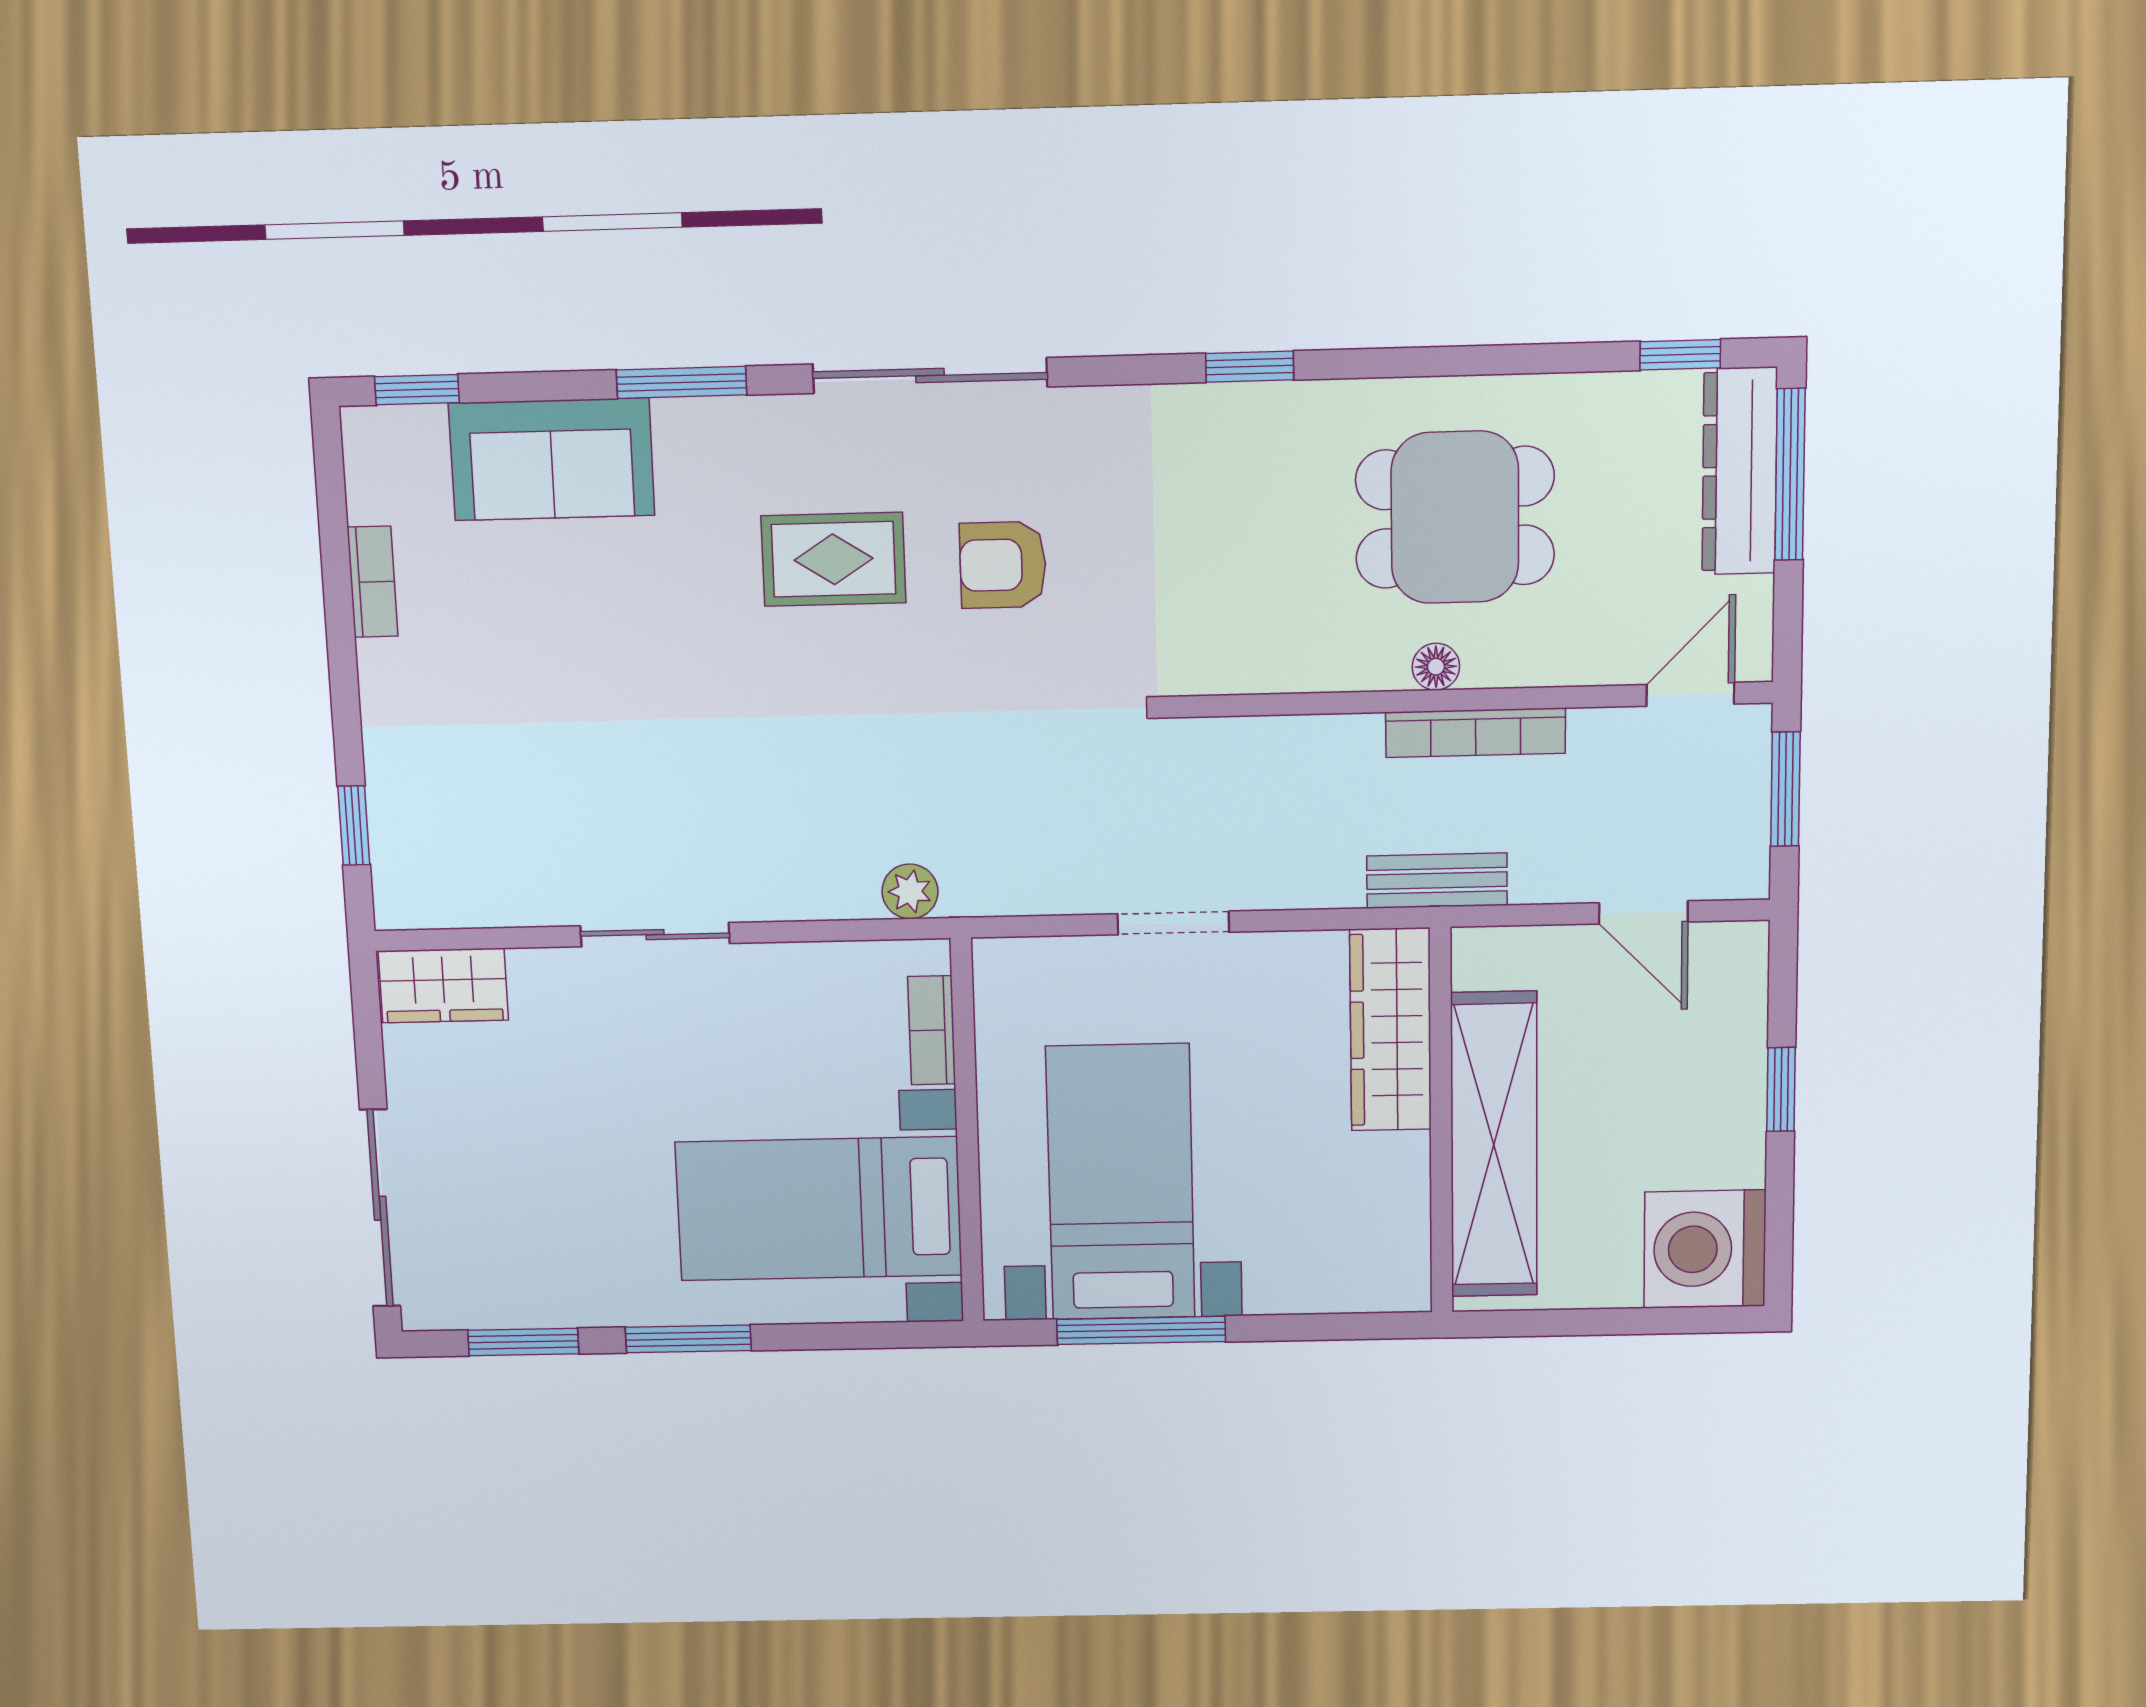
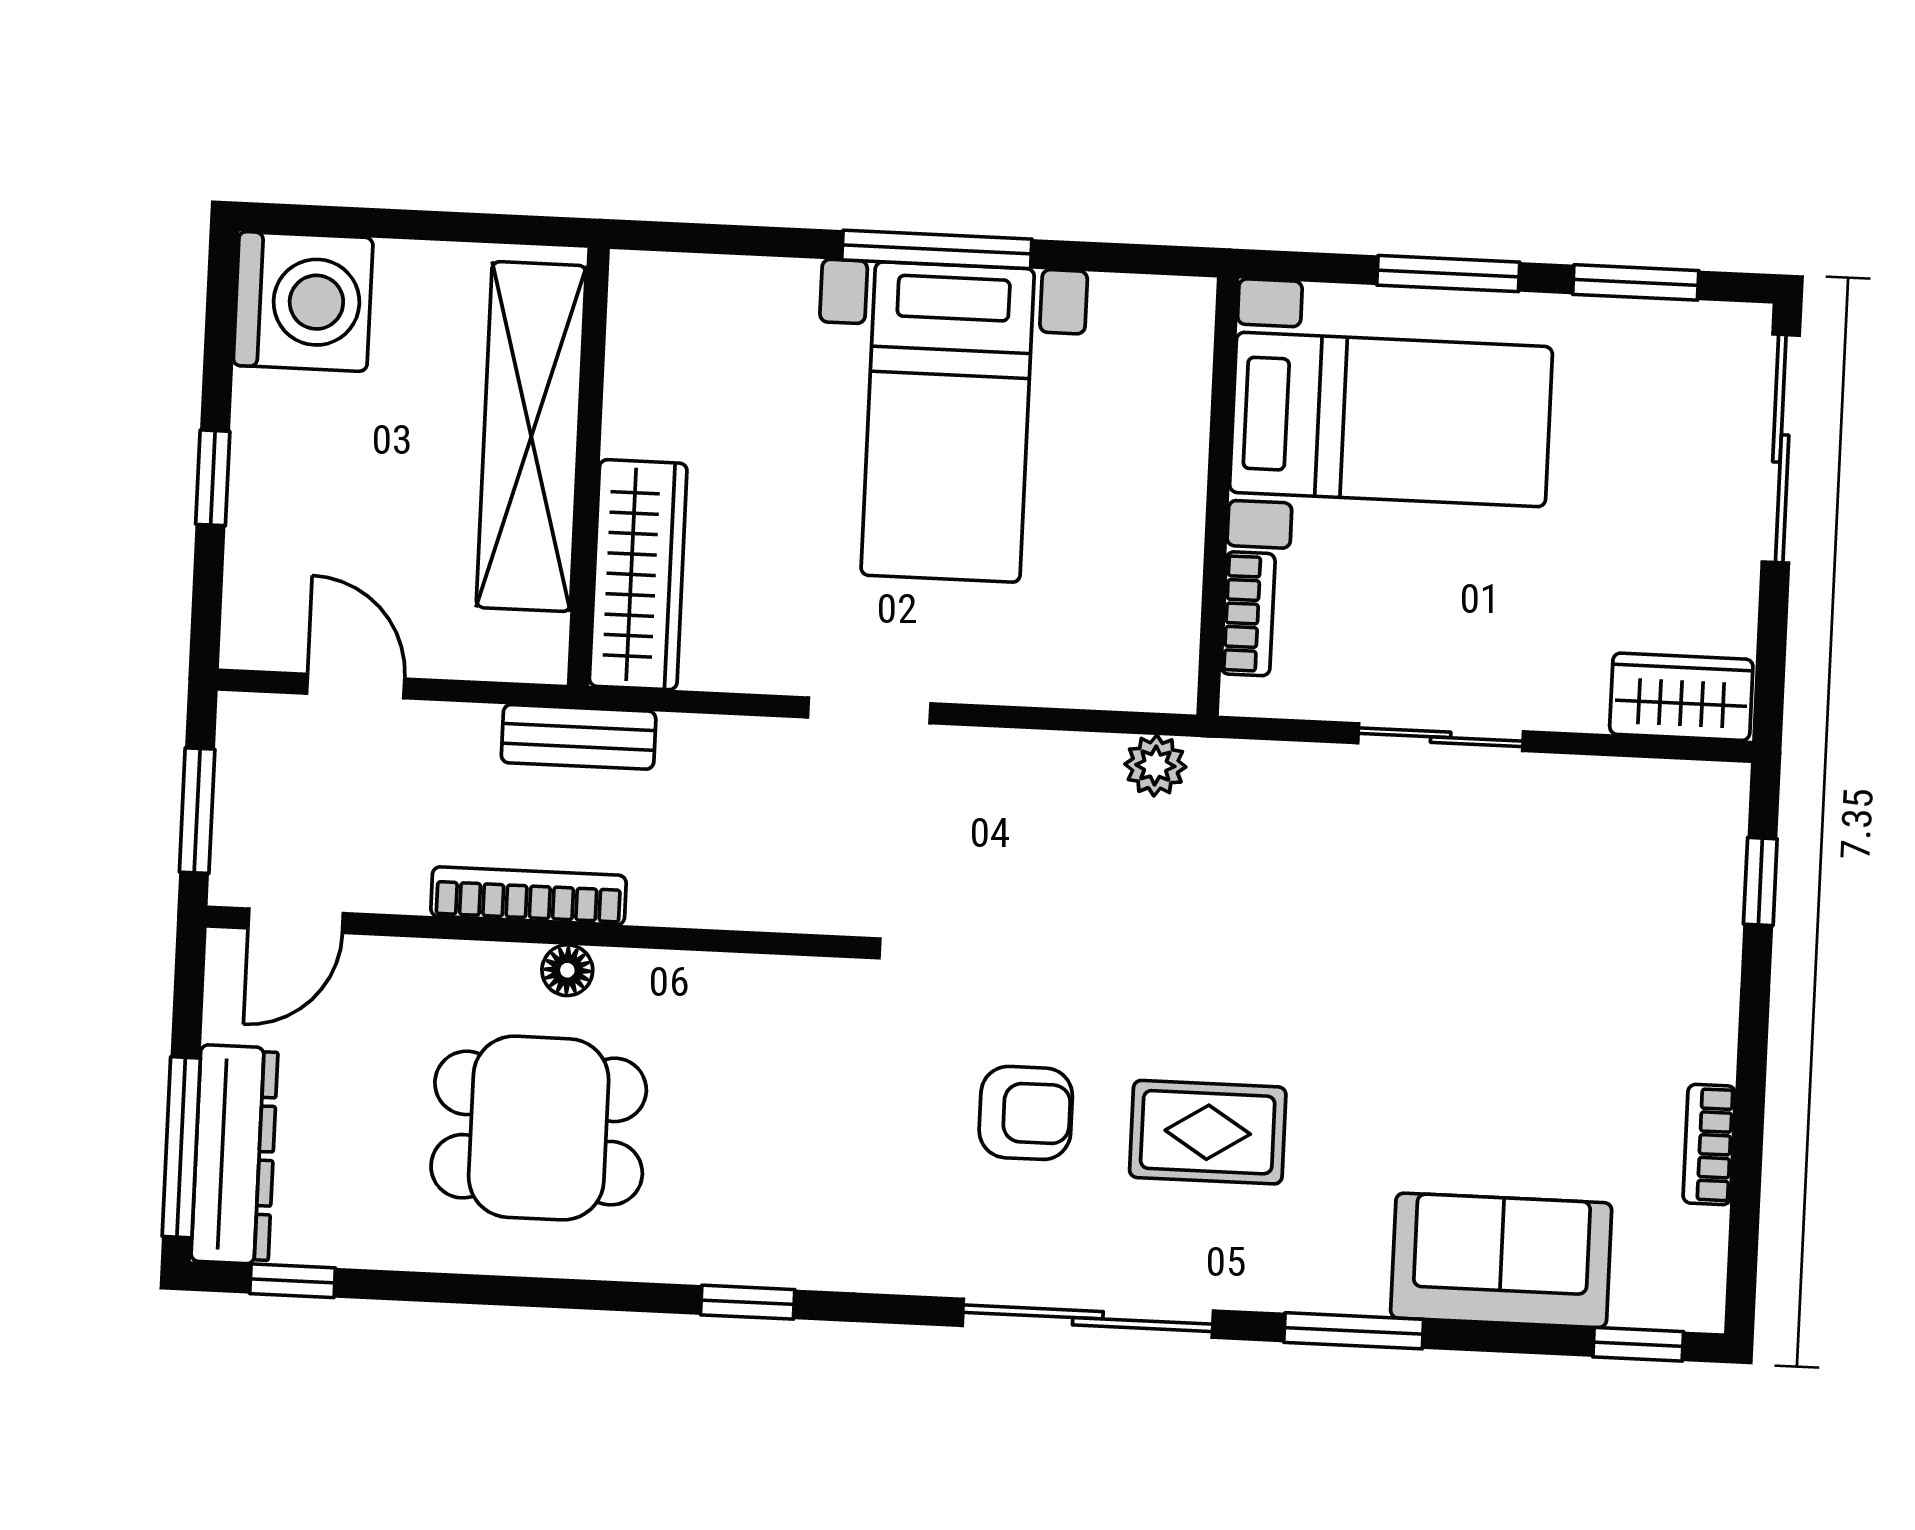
bookcase: (932, 1030) -> (1248, 614), moved
wall: (967, 1131) -> (1218, 497), moved
bed with nightstands: (819, 1209) -> (1391, 419), moved

